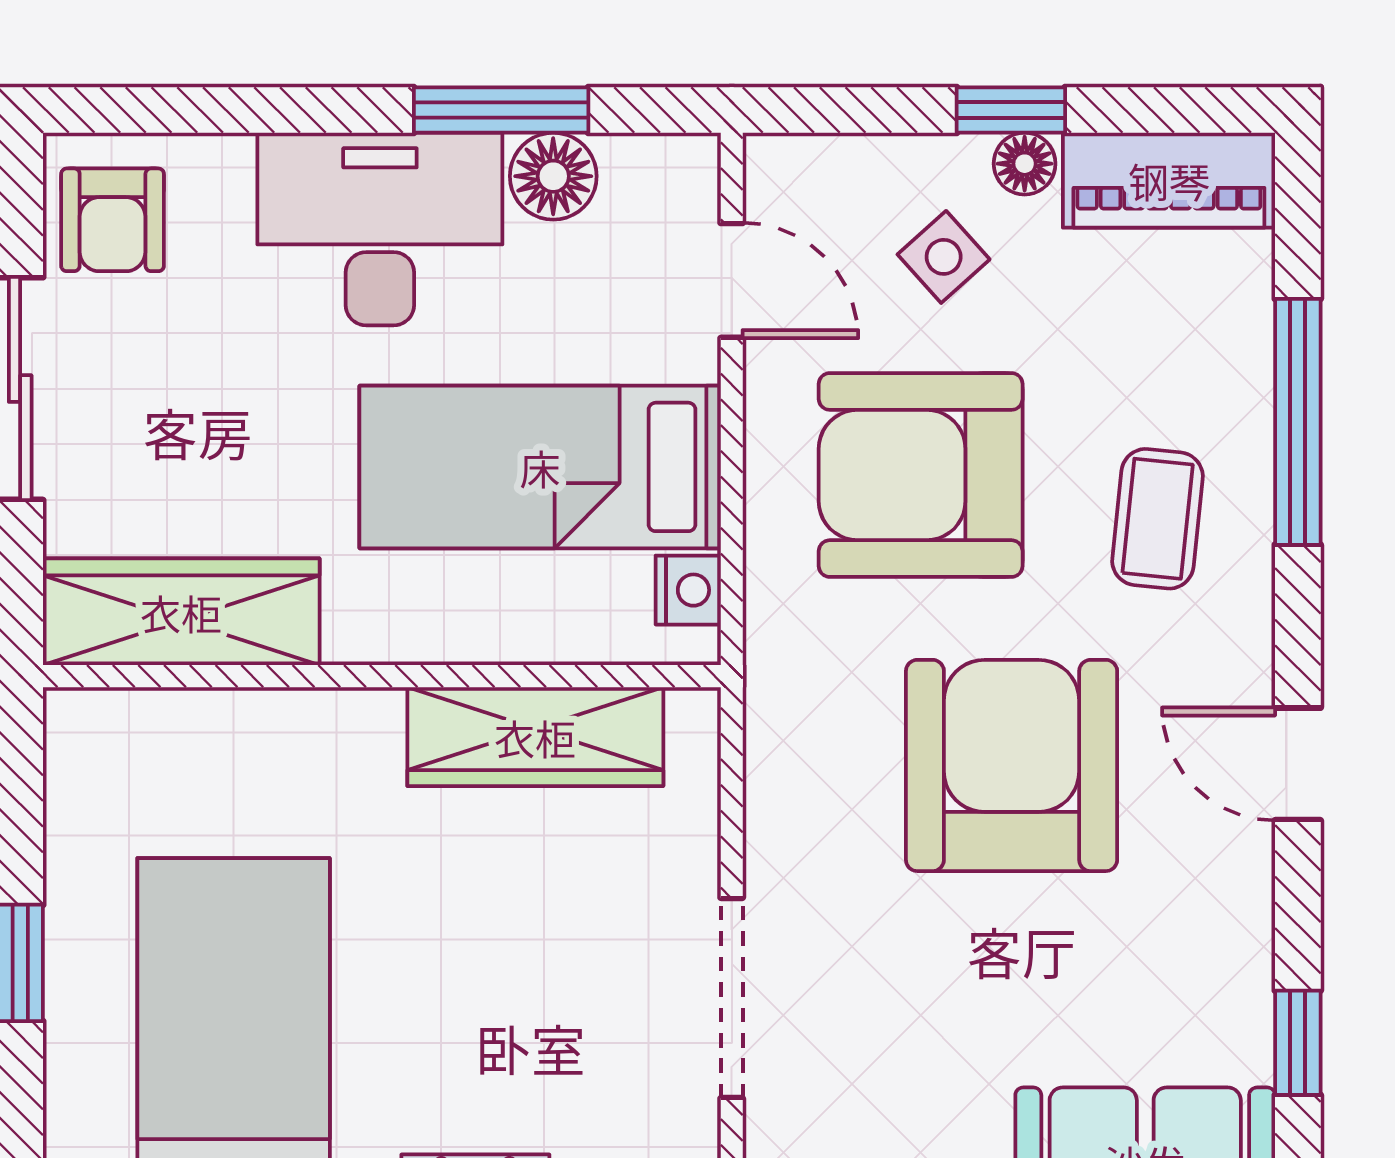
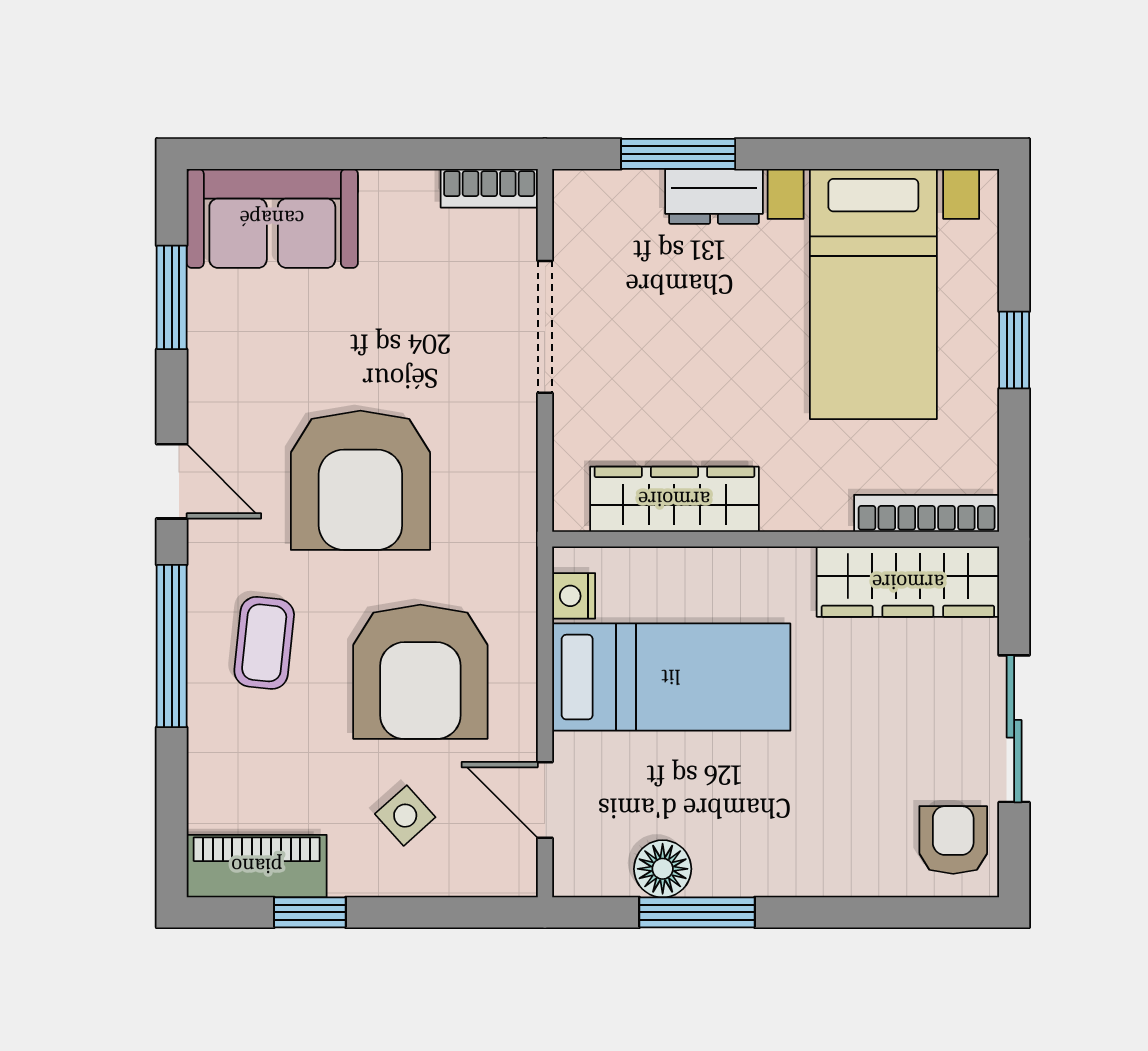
window: (1011, 110) -> (310, 912), moved
floor lamp: (1025, 164) -> (352, 877), removed
desk: (380, 229) -> (777, 834), removed
window: (1298, 422) -> (172, 646), moved
armchair: (921, 475) -> (420, 672), turned 90
bookcase: (153, 715) -> (927, 513), added
window: (1298, 1043) -> (172, 297), width x1.50

